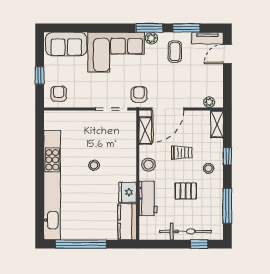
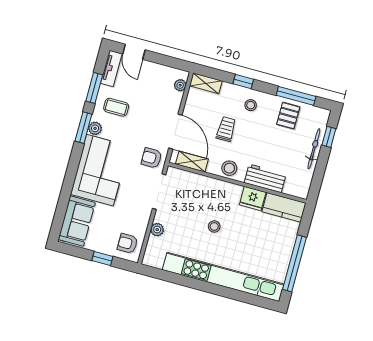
plant: (78, 116) -> (157, 230), added
pallet: (186, 191) -> (288, 116), moved
bicycle: (185, 231) -> (314, 149), width x0.73, depth x0.71

